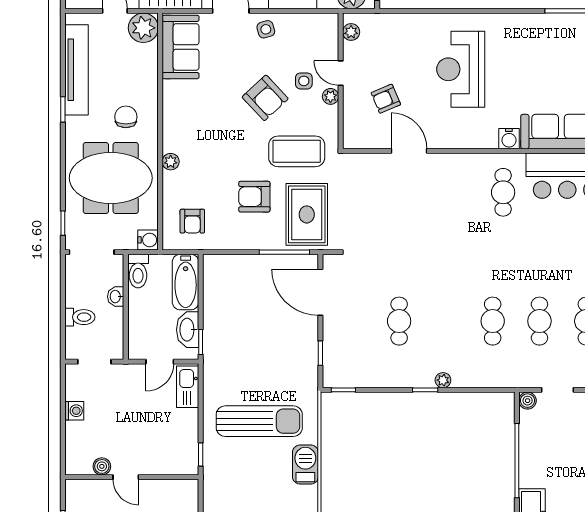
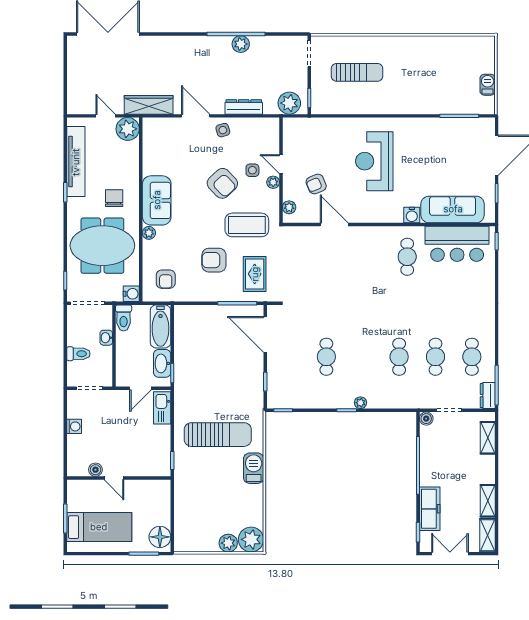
plant: (351, 32) -> (289, 207), moved
sofa: (181, 47) -> (157, 200), moved
rug: (307, 214) -> (255, 274), width x0.73, depth x0.70

